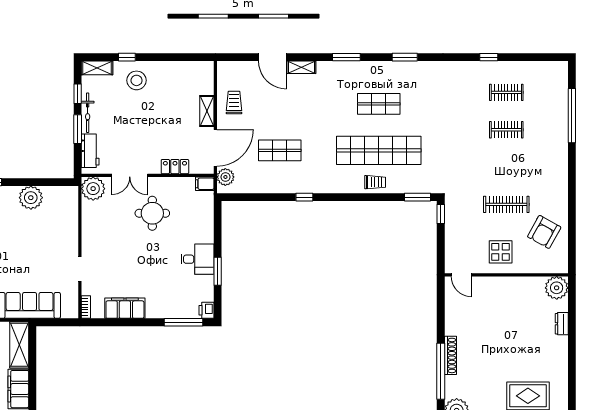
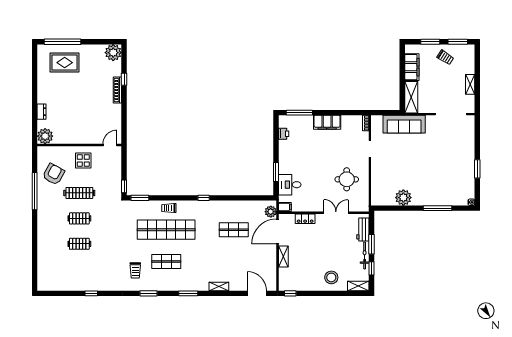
window: (127, 57) -> (290, 293), moved
door: (272, 57) -> (257, 293), moved
clothes rail: (506, 92) -> (79, 218), moved
trolley: (234, 102) -> (135, 270), moved
window: (572, 116) -> (35, 191), moved
plant: (93, 189) -> (361, 204), removed
window: (304, 197) -> (204, 198), moved
round table: (152, 213) -> (347, 179), moved
desk: (198, 259) -> (290, 185), moved
window: (218, 271) -> (276, 172), moved
door: (461, 275) -> (110, 145), hinge flipped
filing cabinet: (125, 308) -> (327, 122), moved
printer: (206, 310) -> (284, 134), moved
window: (441, 371) -> (124, 79), width x0.32

